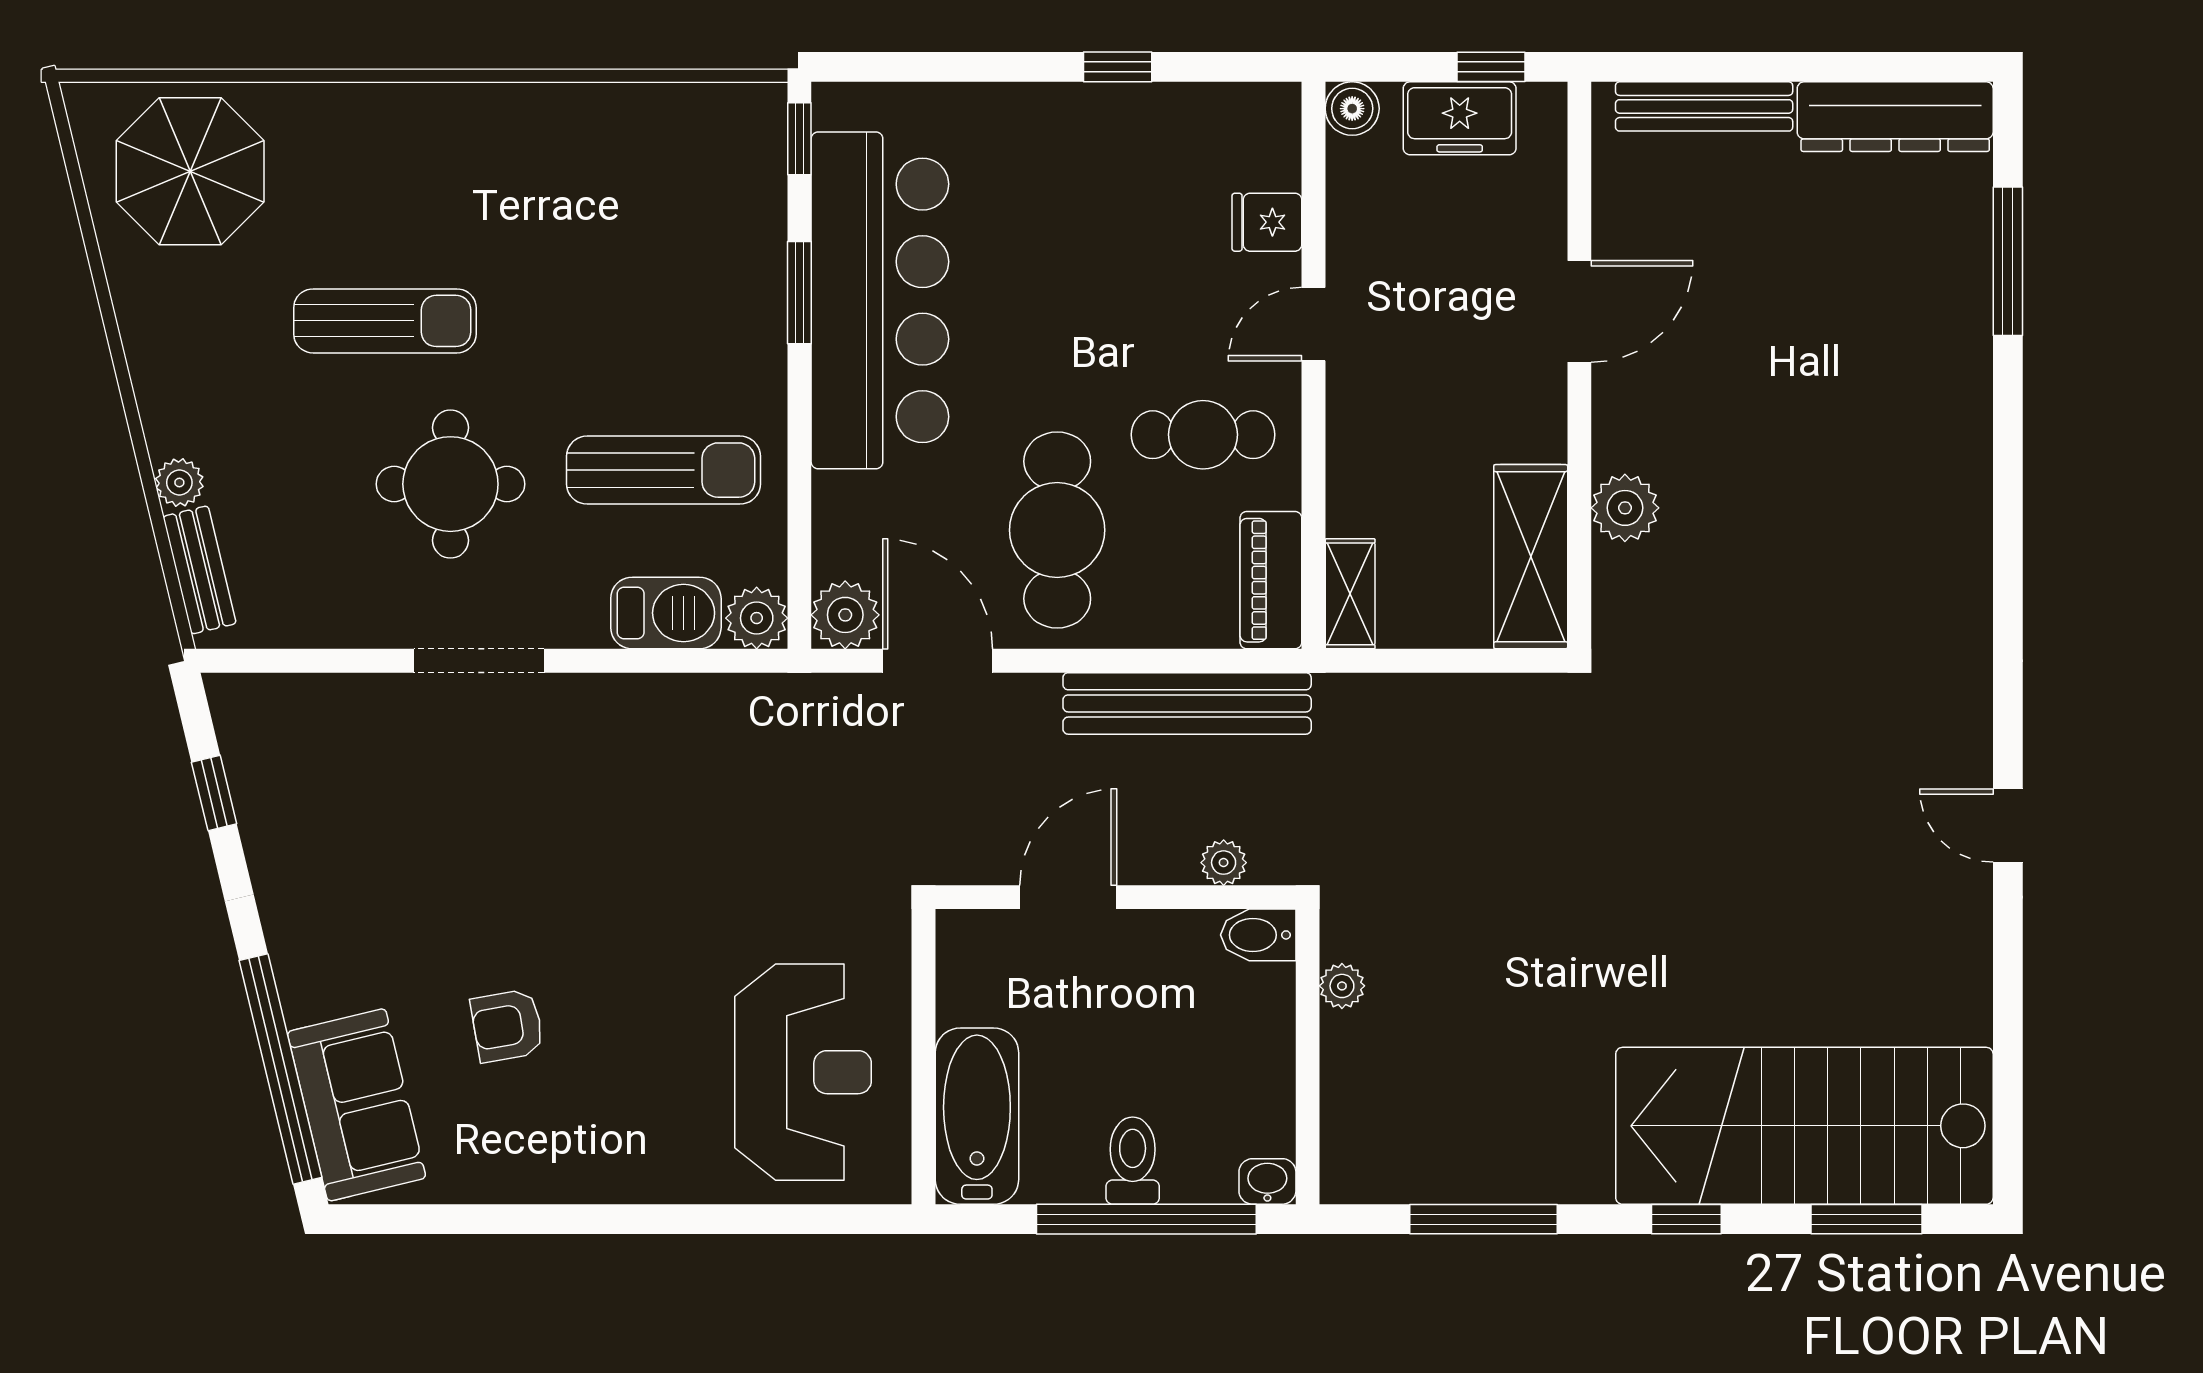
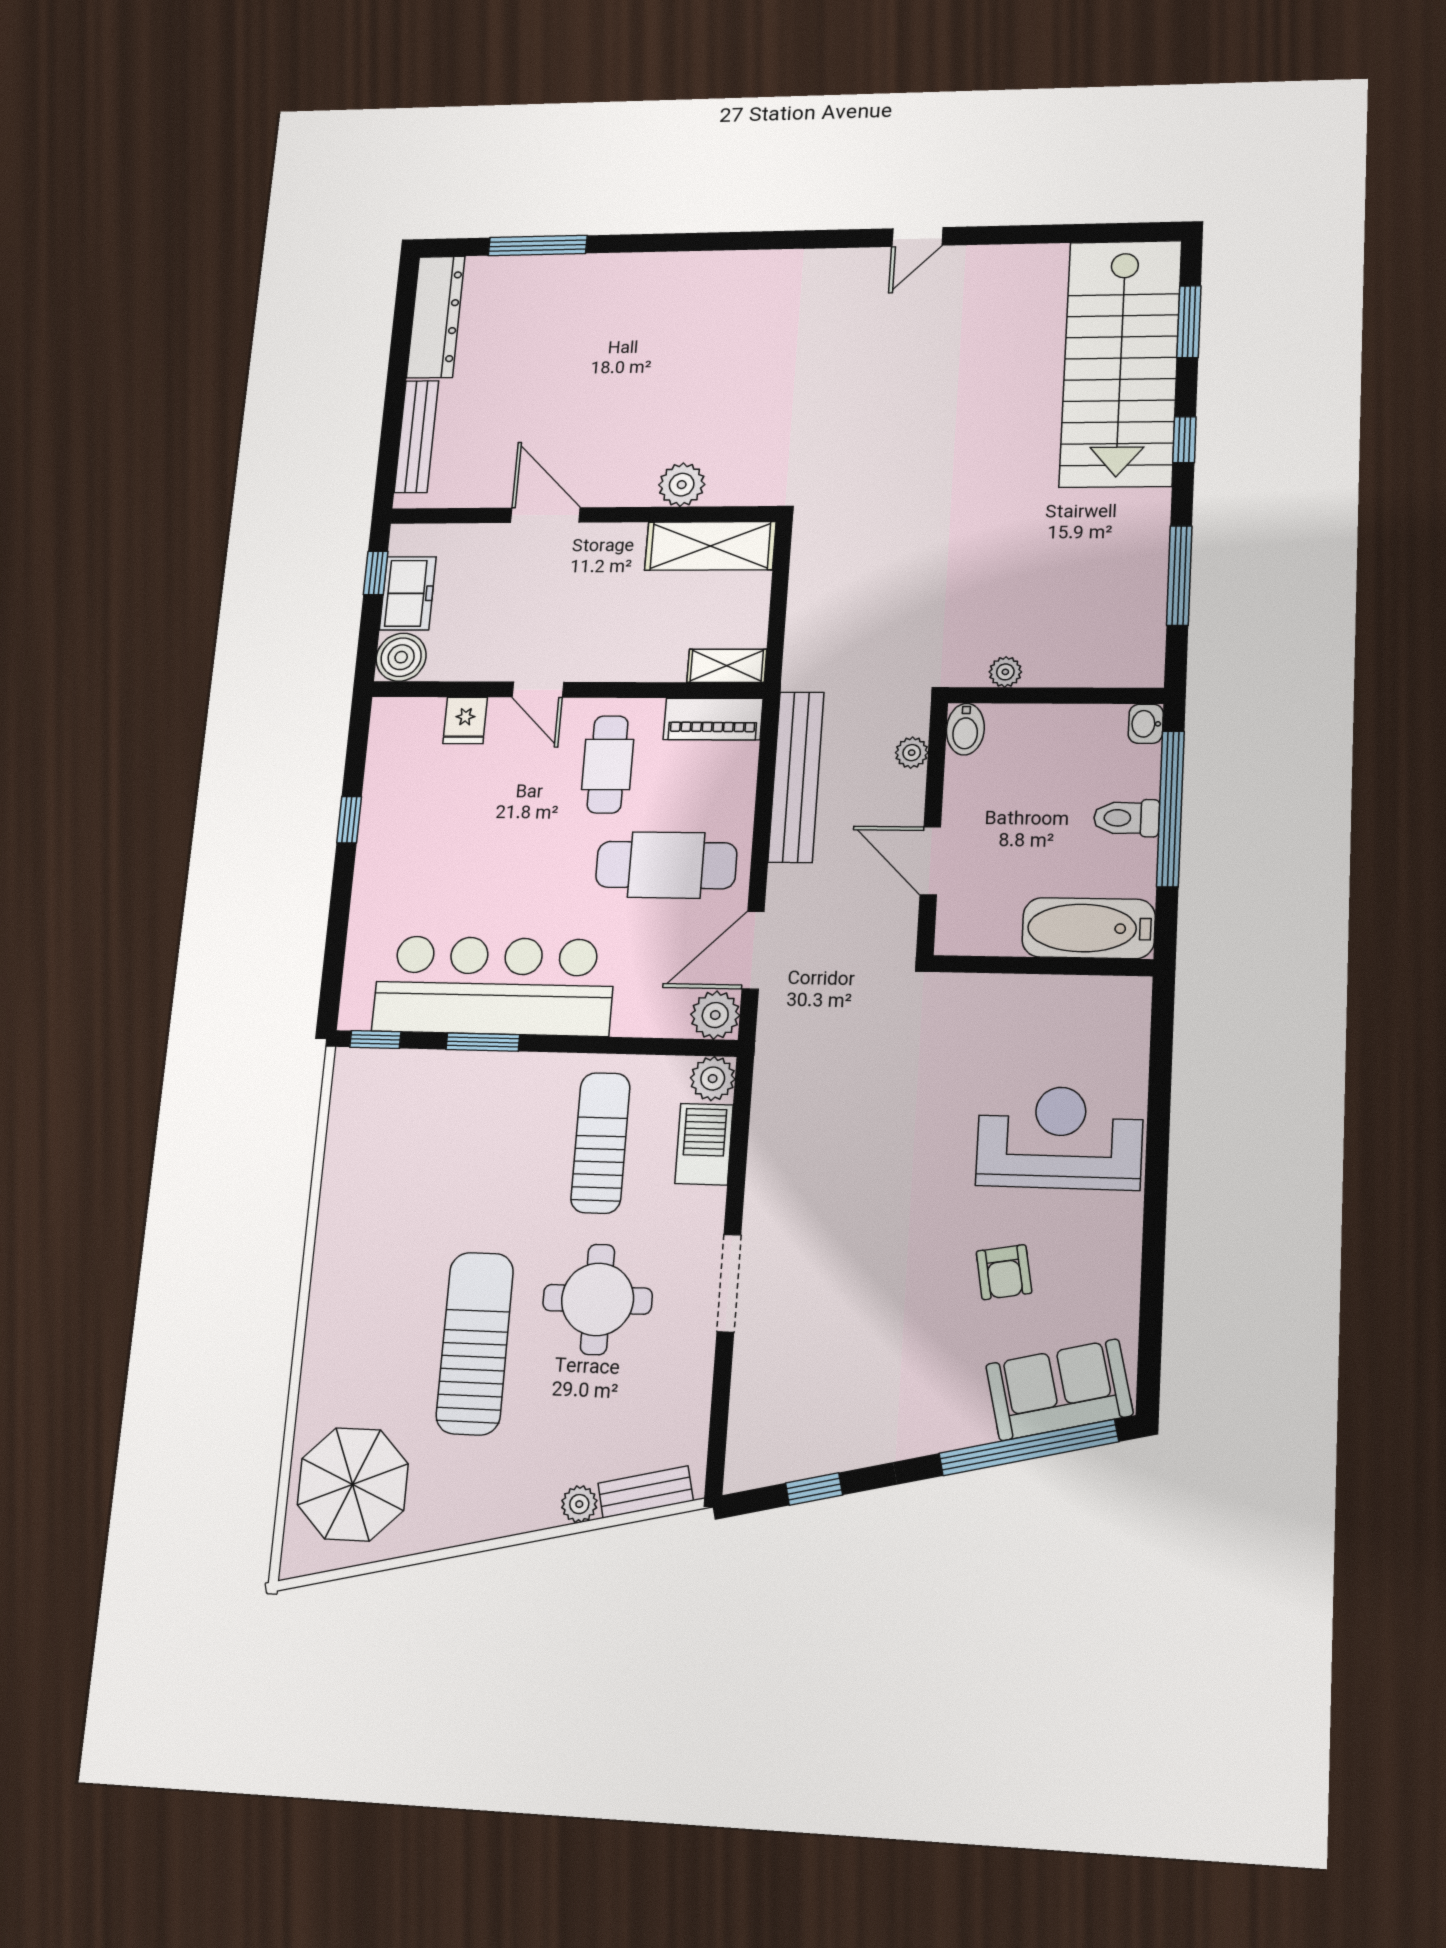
boiler: (1352, 109) -> (401, 657), width x1.36, depth x1.36
sun lounger: (385, 321) -> (475, 1343), width x1.36, depth x1.34
reception desk: (803, 1072) -> (1060, 1138), moved

